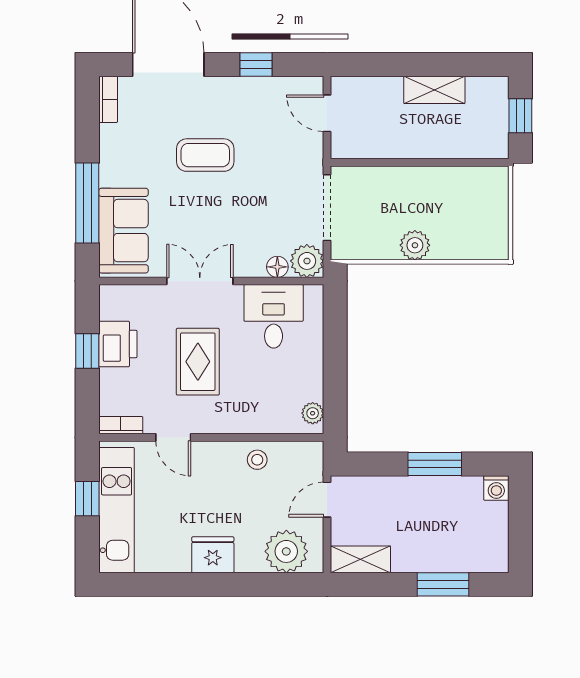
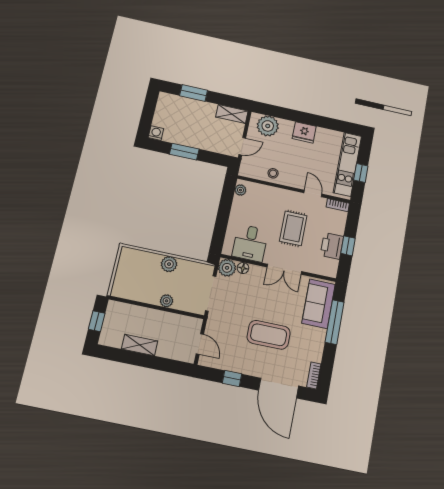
coffee table: (205, 155) -> (269, 335), width x1.36, depth x1.32
plant: (404, 178) -> (167, 301), added

